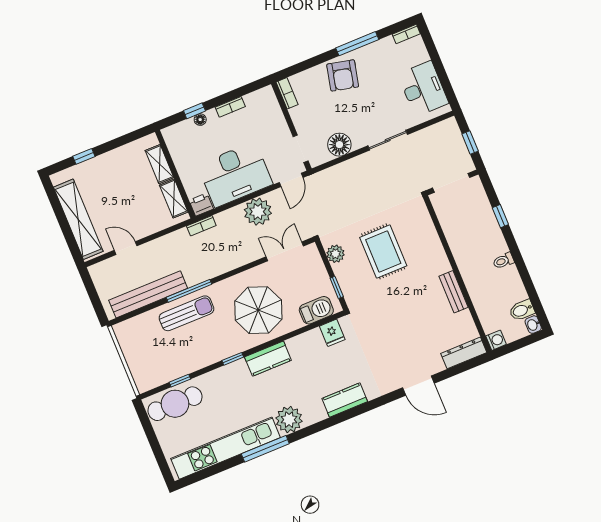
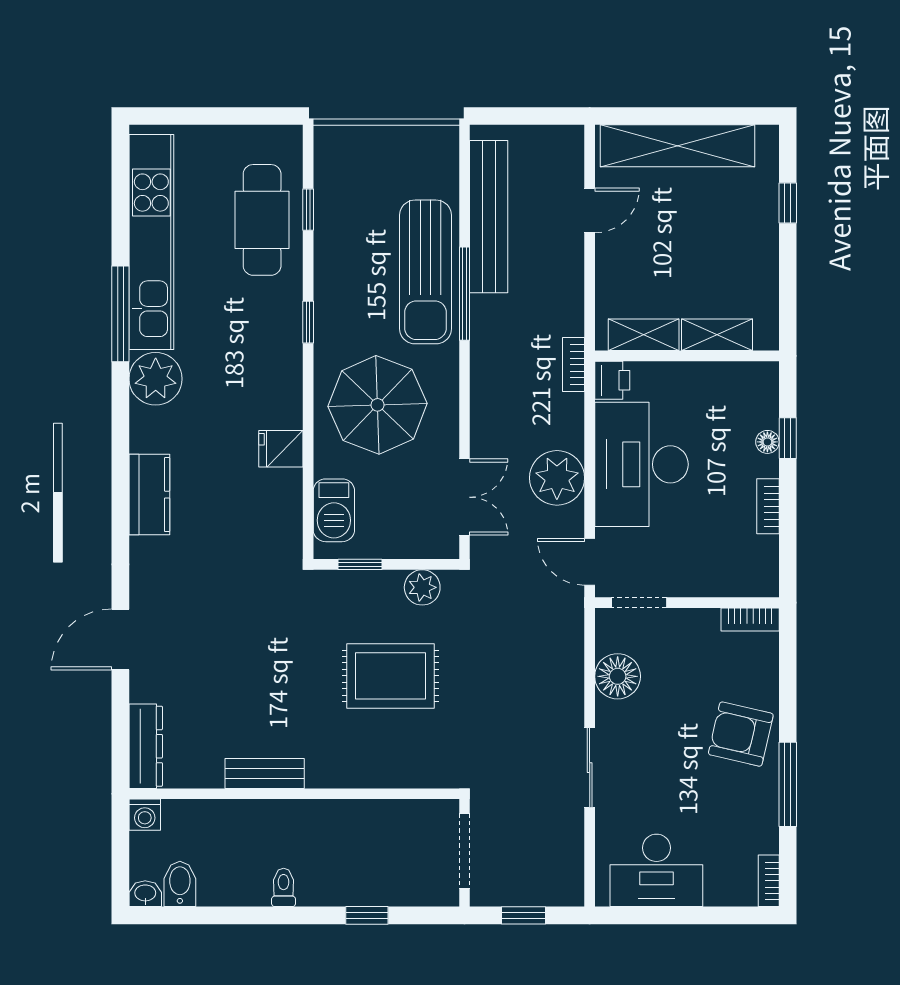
sun lounger: (186, 313) -> (425, 272), width x1.36, depth x1.34
fridge: (332, 333) -> (281, 449), moved
kitchen counter: (268, 359) -> (282, 386), removed
cafe table: (175, 404) -> (262, 220), moved

